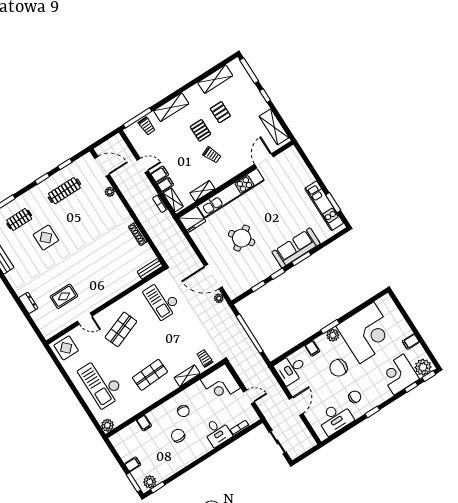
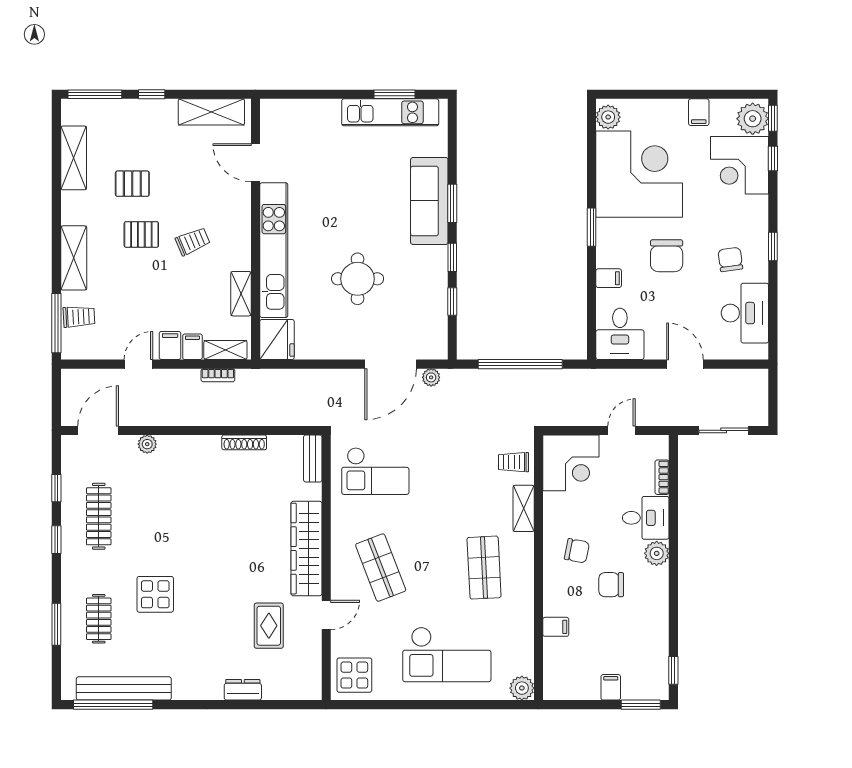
round table: (242, 238) -> (358, 279), turned 34
wardrobe: (108, 291) -> (306, 549), added
plant: (333, 335) -> (608, 117), moved
plant: (150, 482) -> (657, 553), moved

